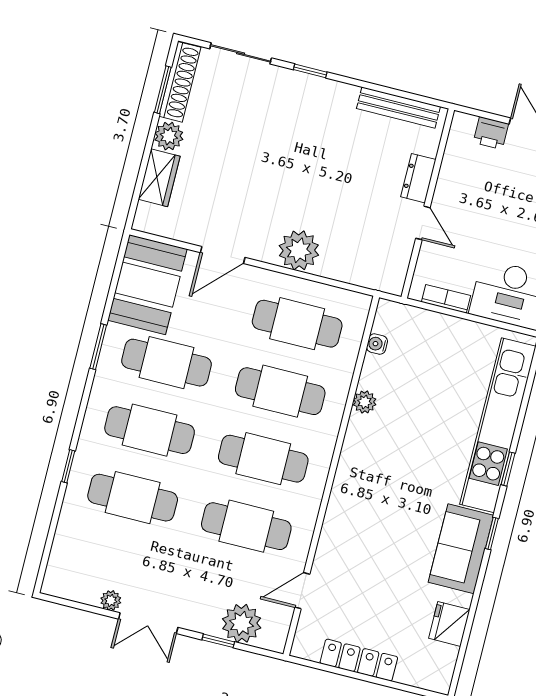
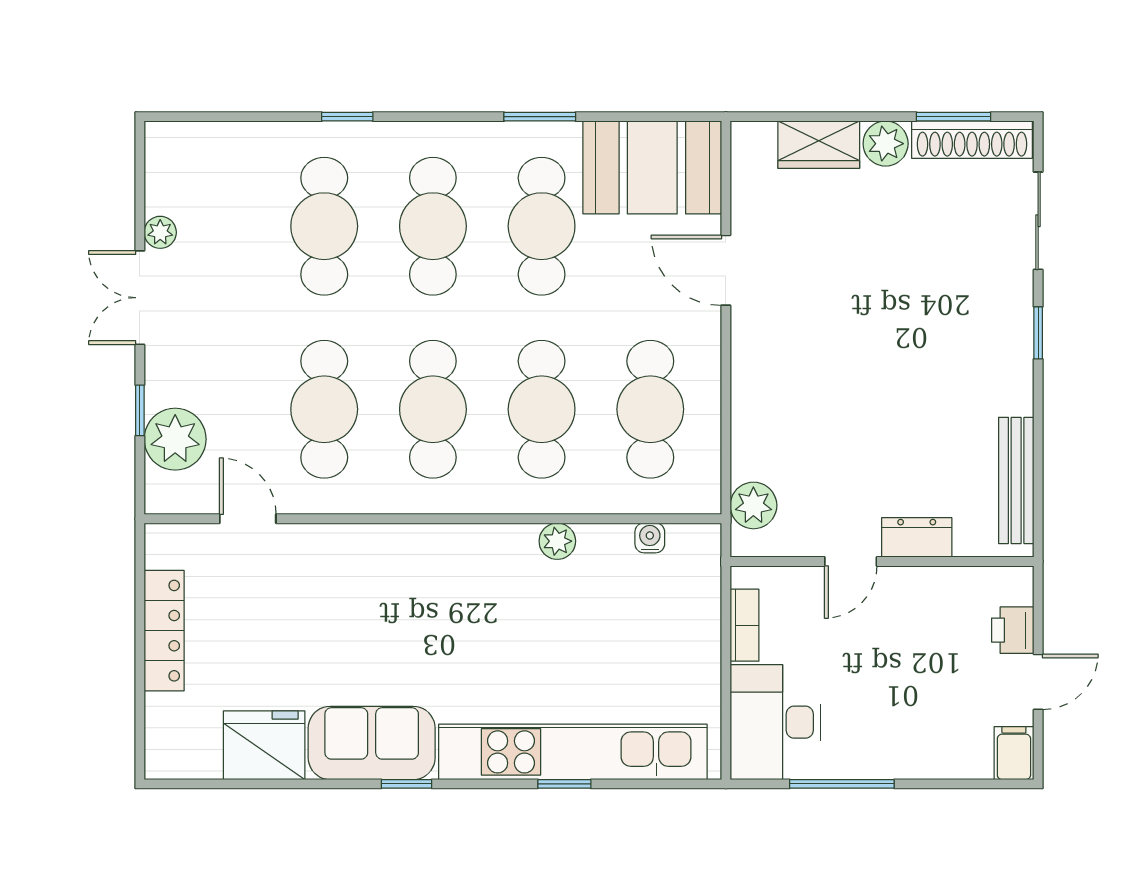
plant: (299, 250) -> (753, 505), moved, width x0.73, depth x0.73
window: (508, 469) -> (564, 784), moved
fridge: (449, 624) -> (264, 745), width x1.36, depth x1.34

